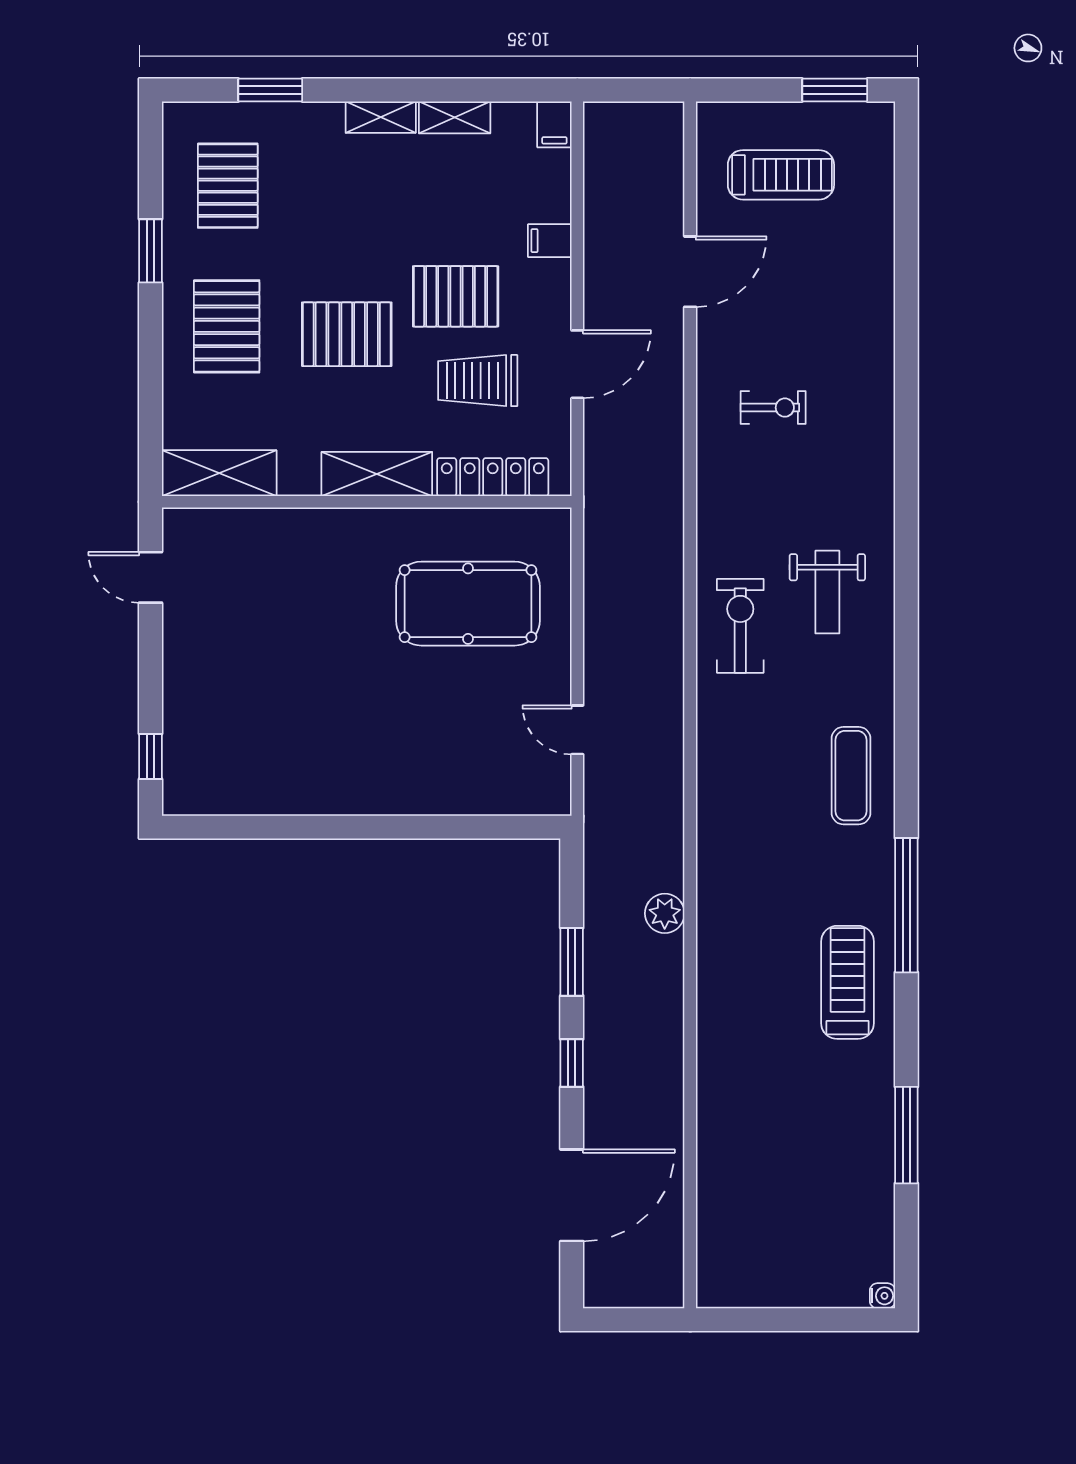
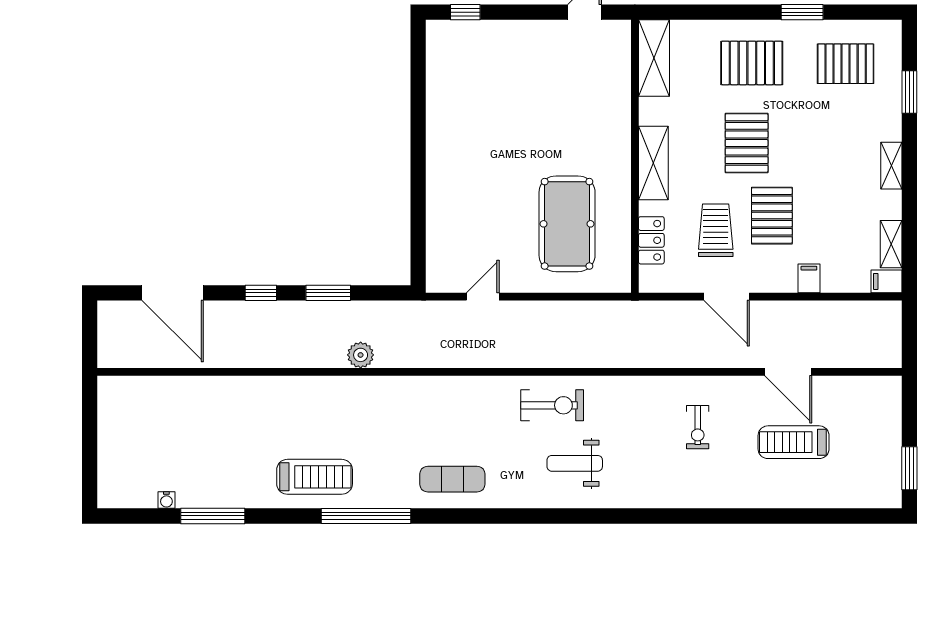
shelving: (455, 117) -> (891, 244), moved
treadmill: (781, 175) -> (794, 442), moved, turned 90
locker: (493, 477) -> (651, 240), width x0.66
water cooler: (882, 1296) -> (166, 500), moved

